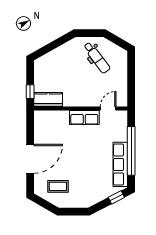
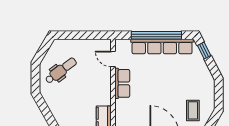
row of seats: (120, 164) -> (162, 47), width x1.36

